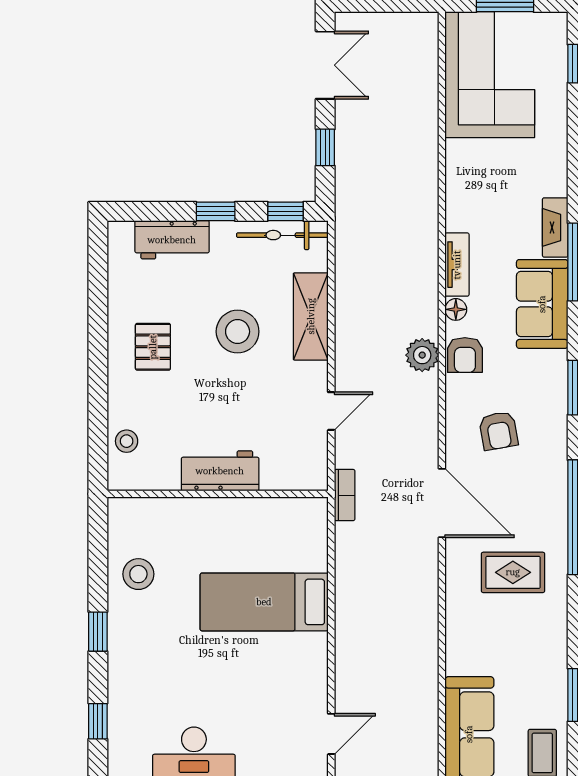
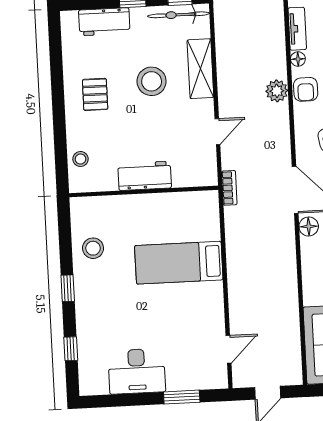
floor lamp: (459, 558) -> (309, 226), added

